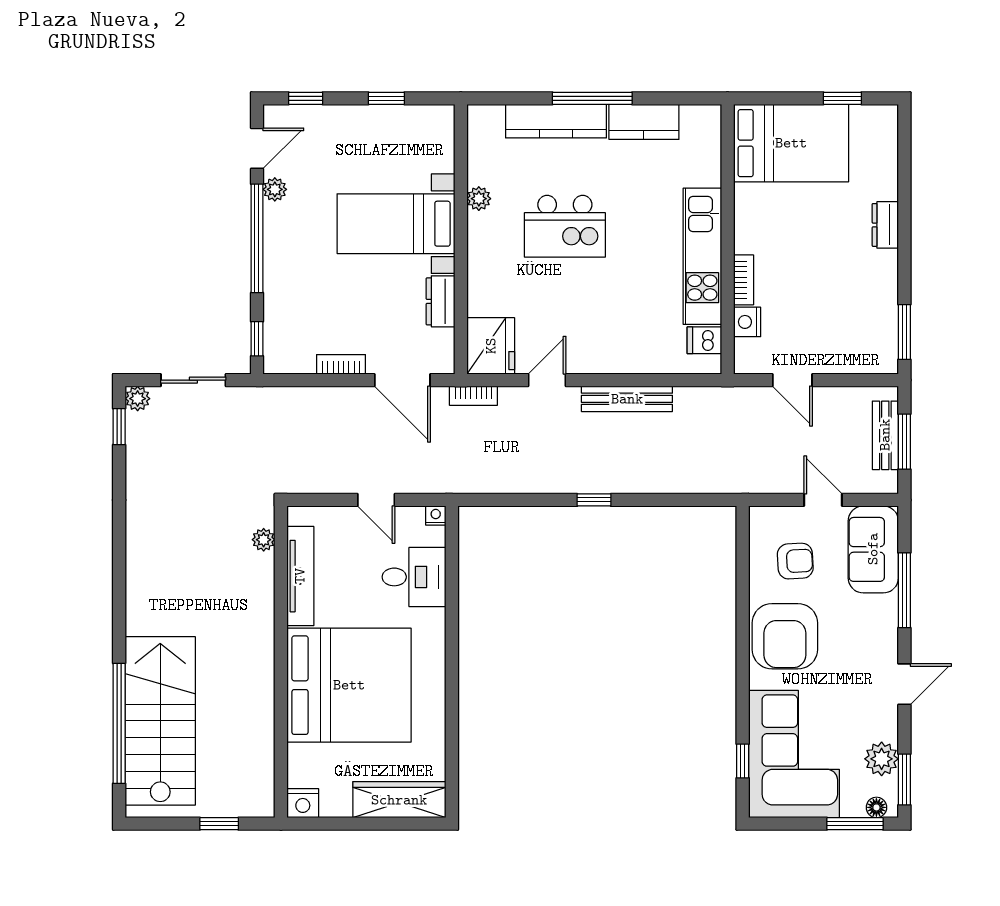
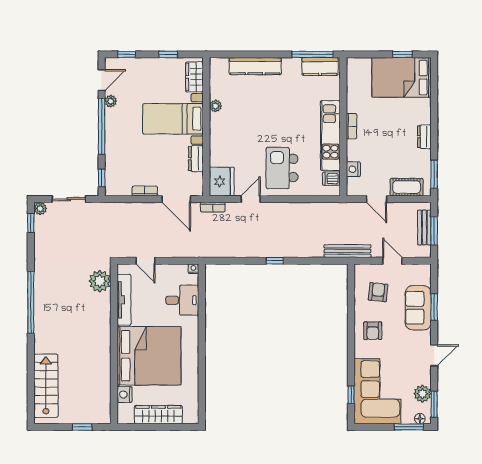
window: (592, 98) -> (313, 54), moved
kitchen counter: (644, 122) -> (320, 66), moved
wardrobe: (438, 142) -> (194, 77), added
bed: (791, 143) -> (402, 77), moved, turned 180
dresser: (885, 225) -> (424, 137), moved
kitchen island: (565, 226) -> (282, 168), moved, turned 90
bookcase: (744, 280) -> (352, 126), moved
cot: (851, 357) -> (407, 187), added
bench: (627, 399) -> (347, 251), moved
door: (376, 500) -> (145, 261), moved
plant: (264, 540) -> (100, 281), width x1.87, depth x1.87
sofa: (873, 549) -> (418, 308), moved
armchair: (795, 561) -> (378, 292), turned -81
window: (904, 590) -> (434, 307), width x0.69
armchair: (785, 636) -> (373, 331), width x0.53, depth x0.53
stairs: (160, 721) -> (46, 386), width x0.73, depth x0.66
window: (119, 723) -> (31, 302), moved
wardrobe: (399, 800) -> (158, 415), moved
nightstand: (303, 803) -> (125, 394), moved, turned 90

